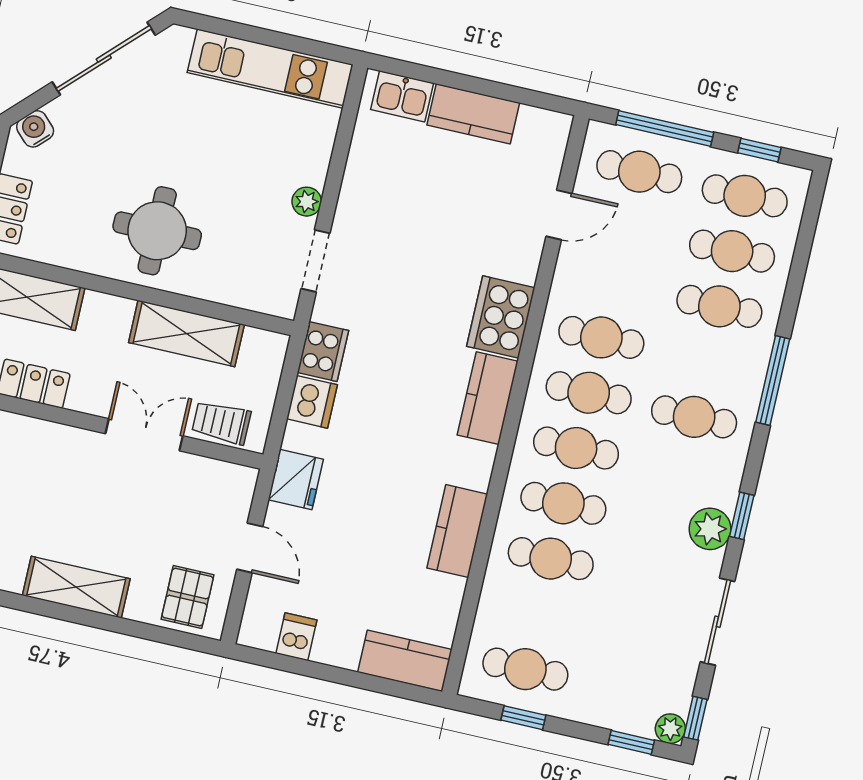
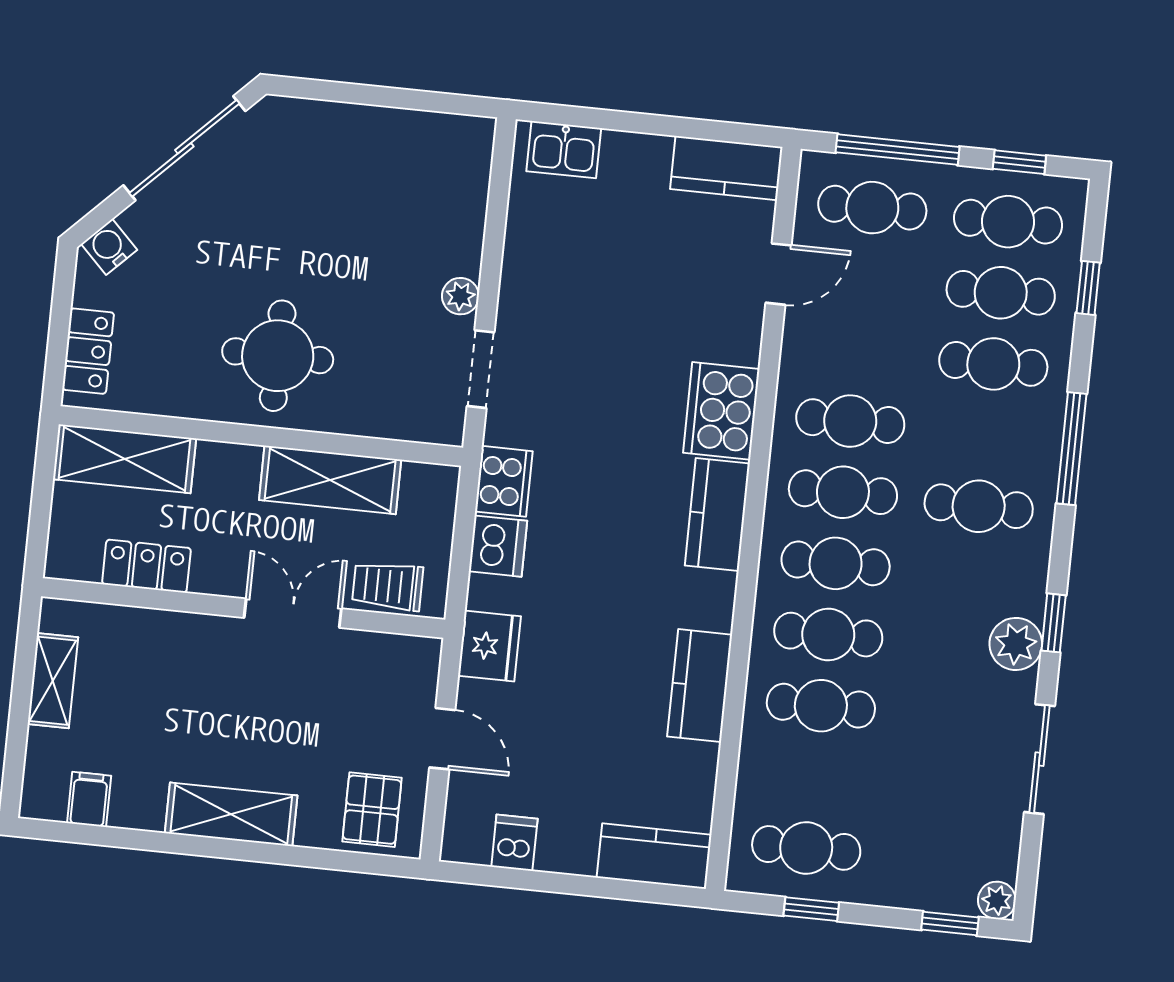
kitchen unit: (270, 69) -> (394, 135), removed
kitchen counter: (473, 114) -> (726, 168), moved
window: (695, 718) -> (1088, 288), moved

